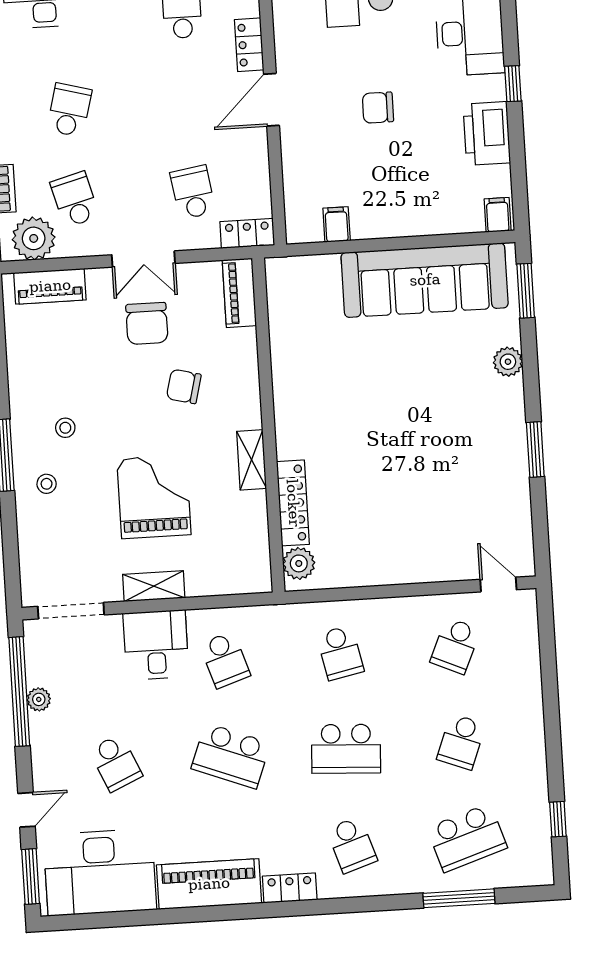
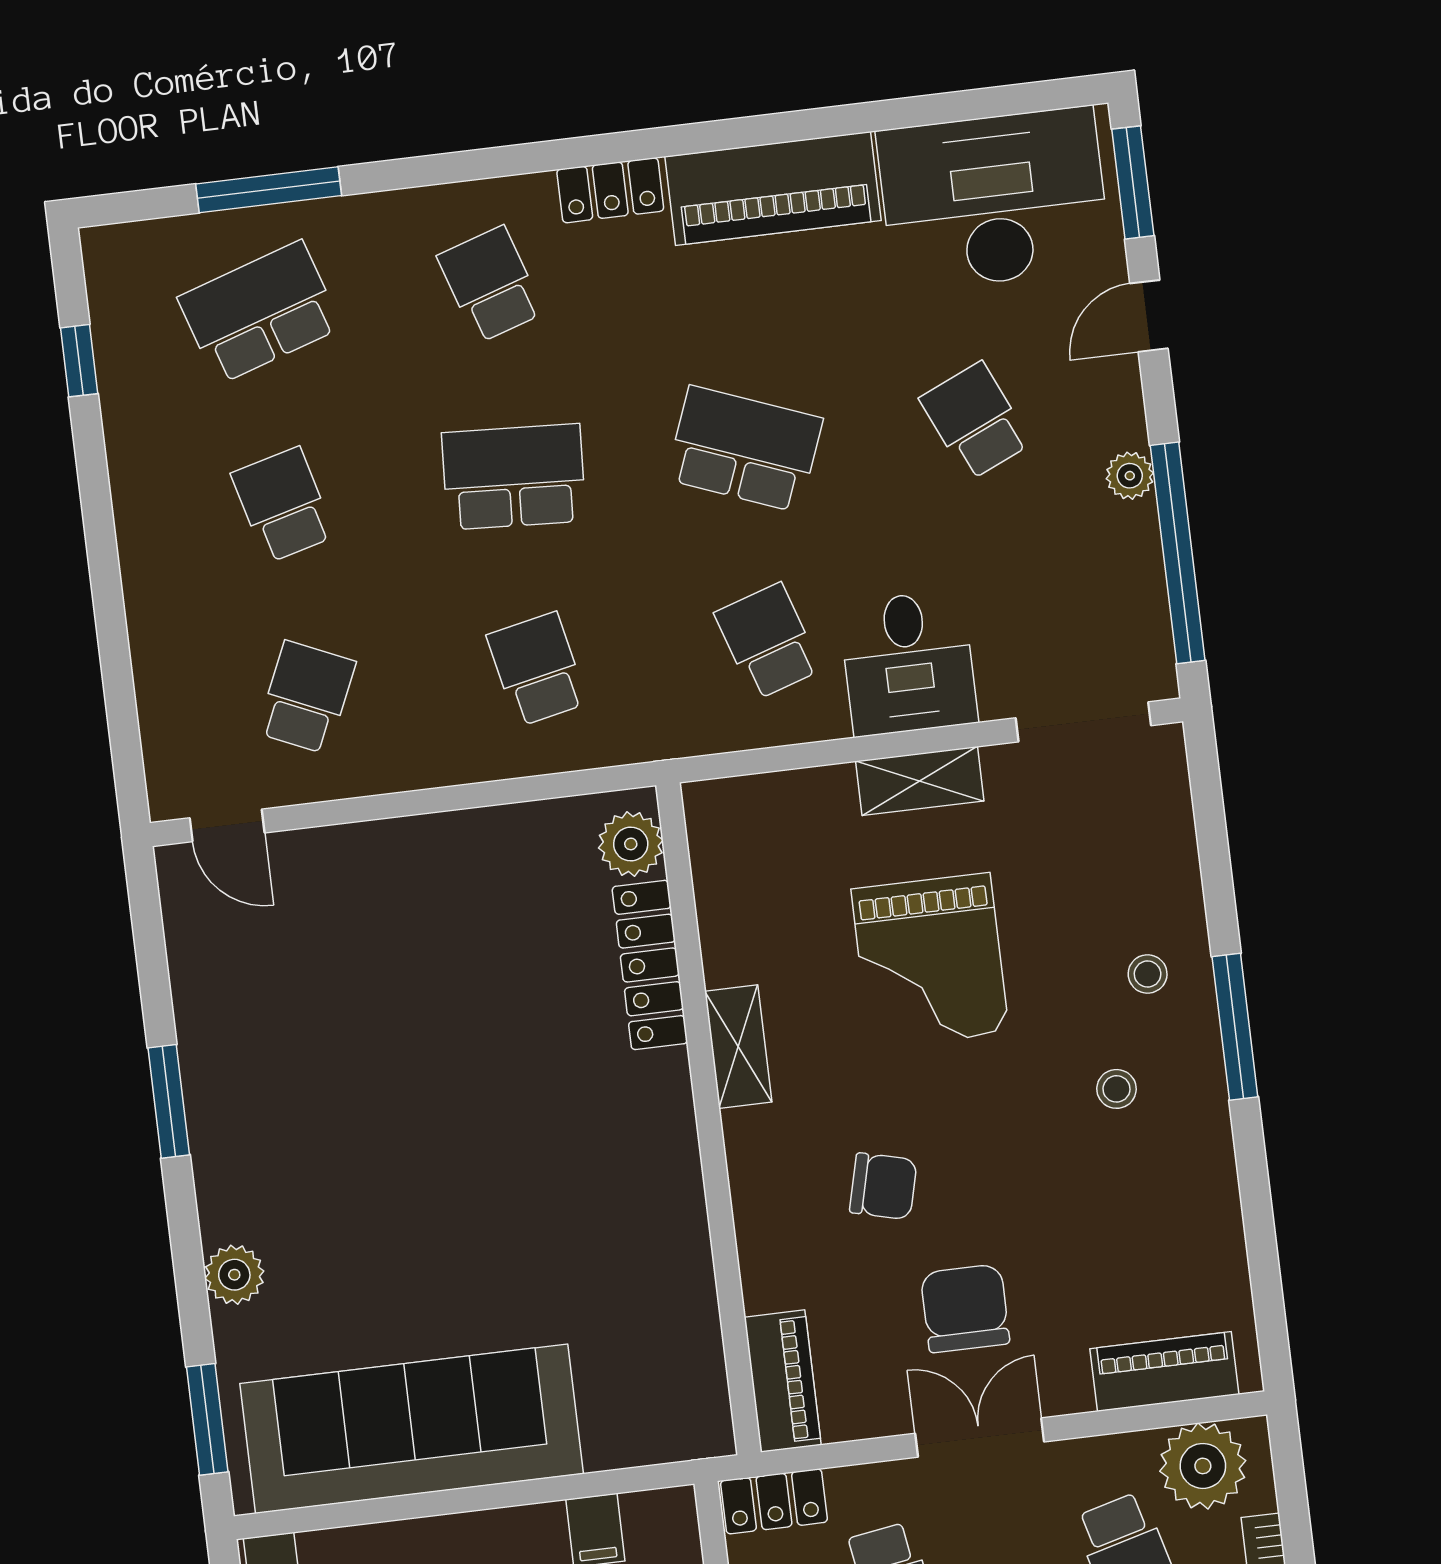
plant: (39, 699) -> (1130, 476), moved
school desk: (461, 742) -> (283, 505), turned -36

